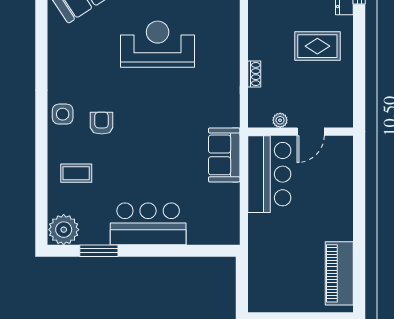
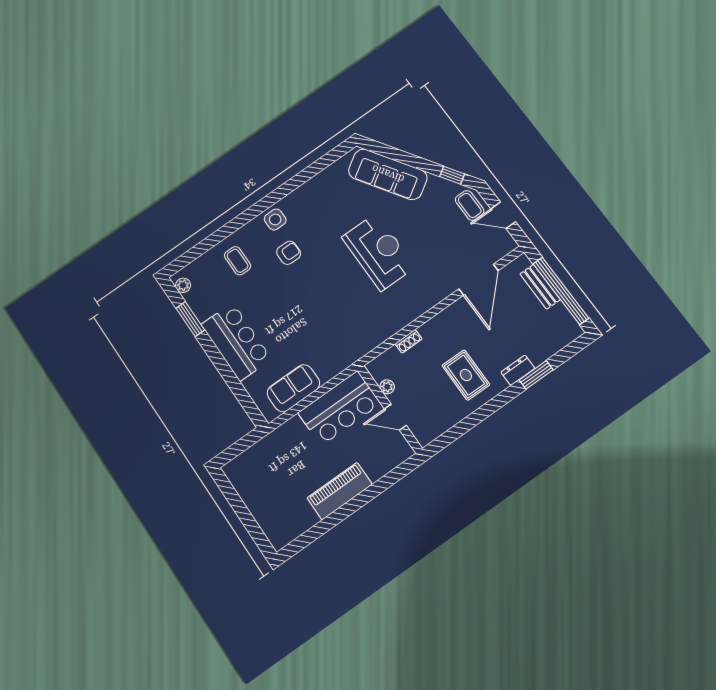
sofa: (224, 155) -> (293, 388), moved
plant: (64, 230) -> (183, 285), width x0.53, depth x0.53
piano: (339, 273) -> (340, 491), moved

